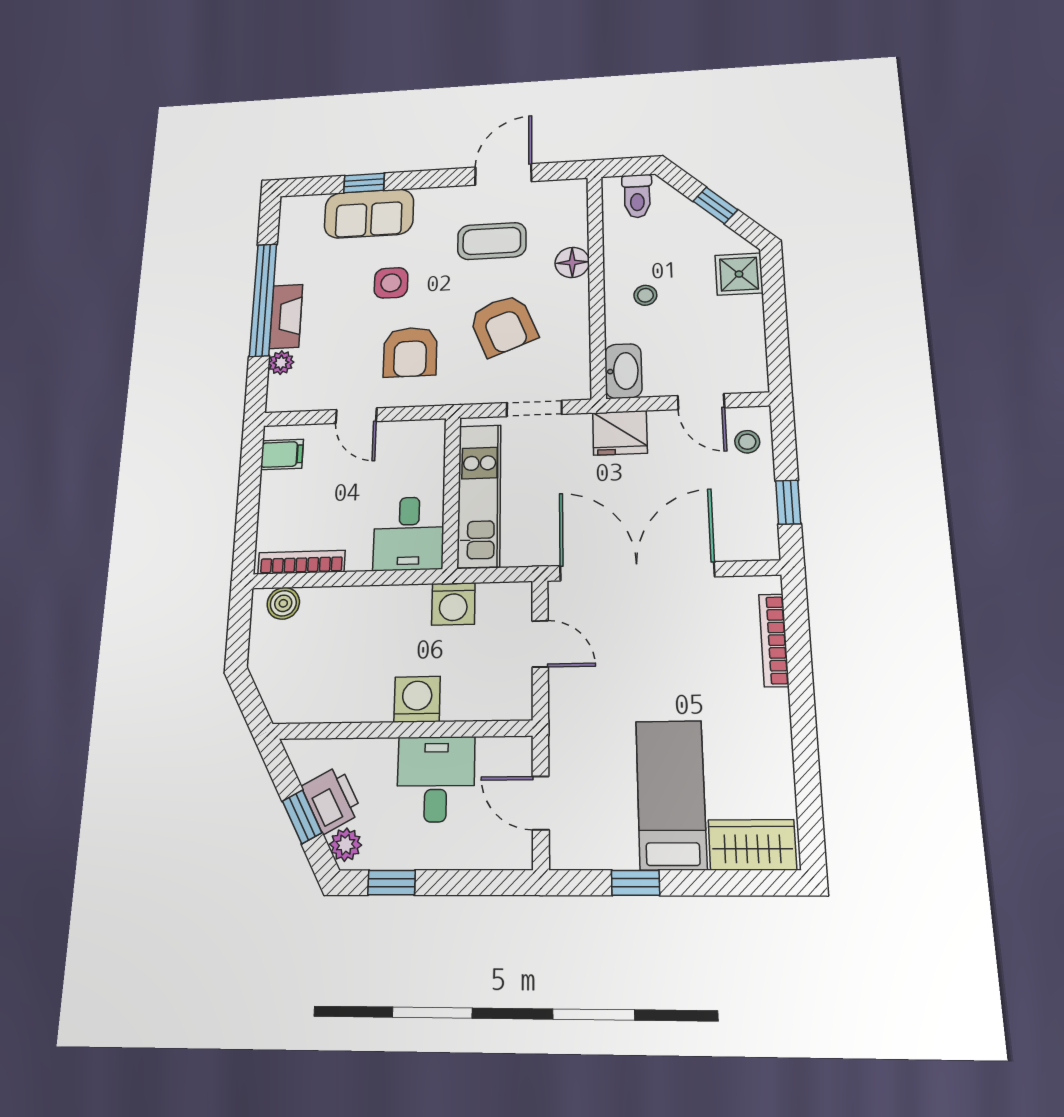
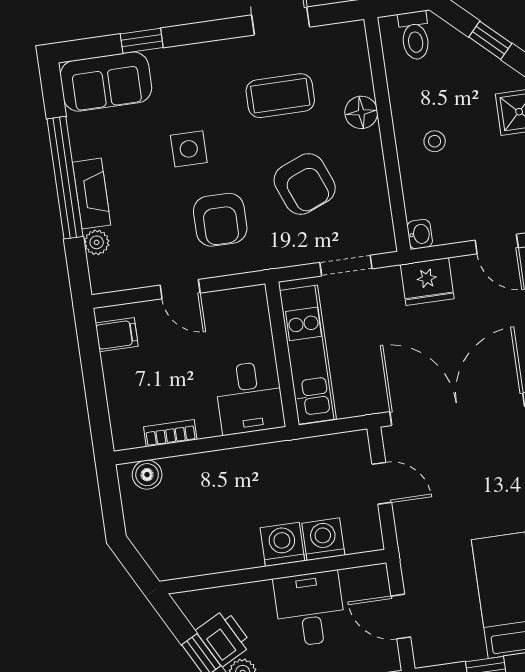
sofa: (369, 214) -> (106, 82), moved
washbasin: (623, 371) -> (420, 234), width x0.52, depth x0.69
bookcase: (301, 562) -> (170, 433), width x0.64
washing machine: (453, 604) -> (323, 539), moved, turned 180

